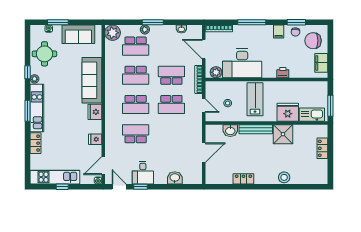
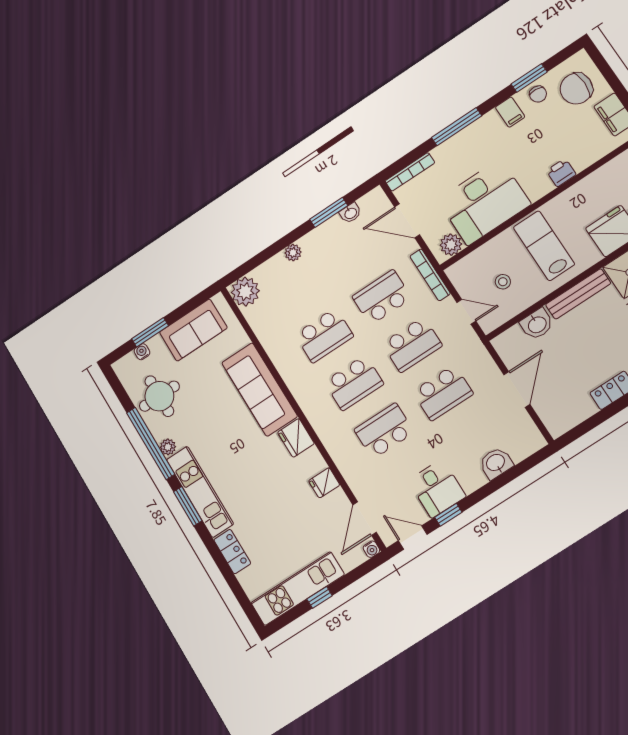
window: (153, 22) -> (329, 212), moved
school desk: (136, 46) -> (443, 393), moved
window: (27, 72) -> (151, 443), width x3.17

